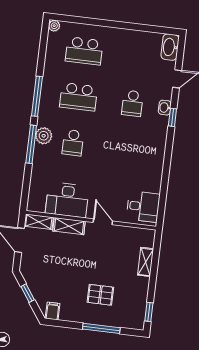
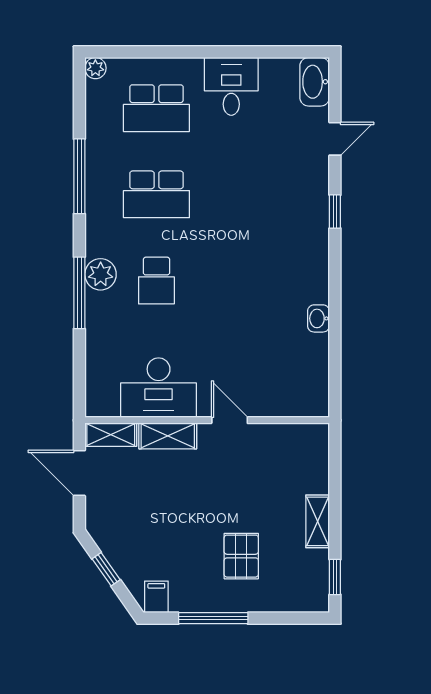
window: (37, 96) -> (79, 176), moved
school desk: (132, 103) -> (258, 194), removed
washbasin: (165, 108) -> (318, 318), moved
desk: (143, 207) -> (231, 86), moved, turned -90
shelving: (146, 262) -> (318, 521), moved
pallet: (100, 295) -> (241, 556), turned 90
window: (101, 328) -> (213, 618), moved

